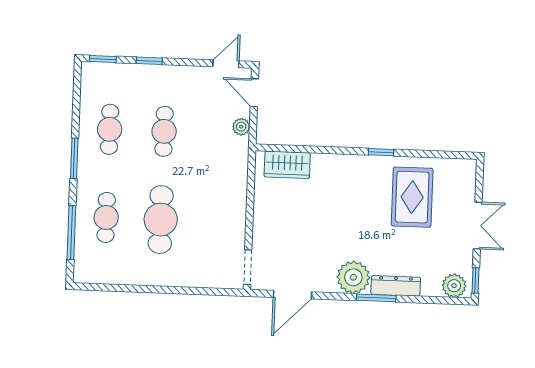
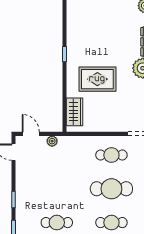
door: (254, 93) -> (31, 134), swing flipped
cafe table: (164, 131) -> (111, 155), moved
rug: (412, 197) -> (97, 79), moved

